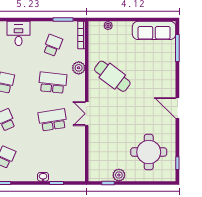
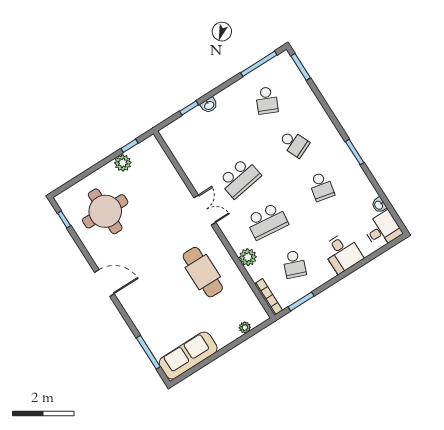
cafe table: (112, 76) -> (203, 272), turned 53

